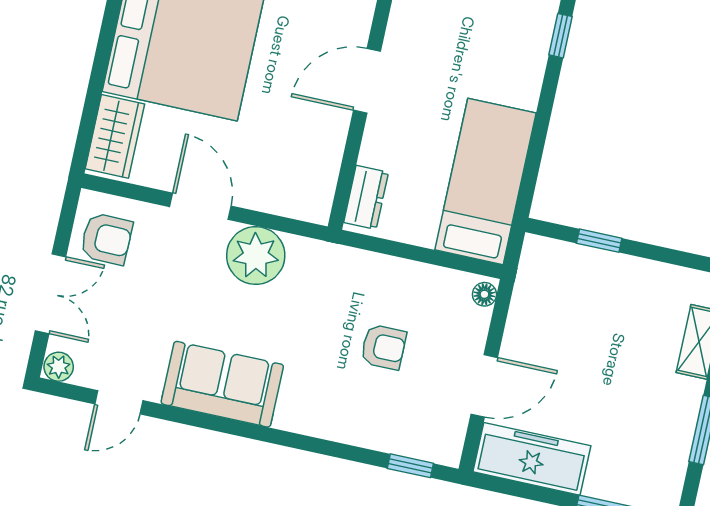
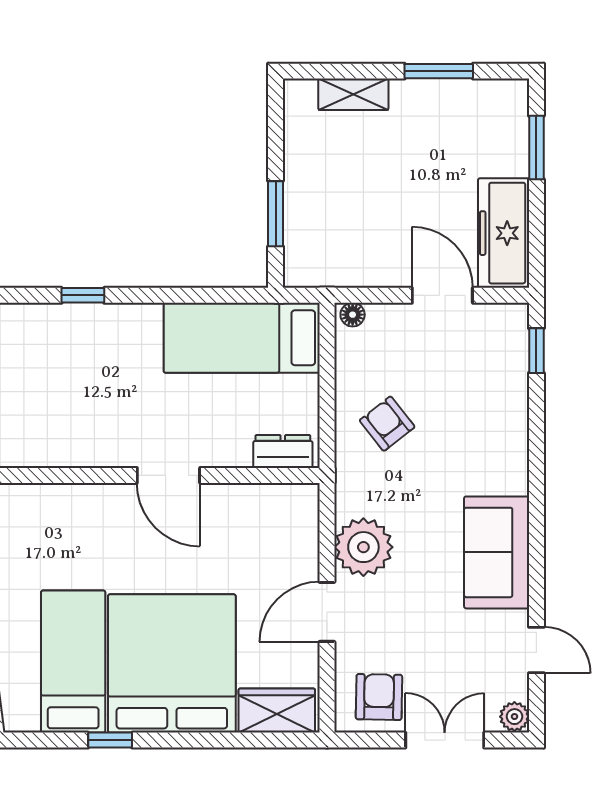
window: (599, 241) -> (276, 214), width x1.50
armchair: (384, 347) -> (387, 424), moved, turned -38

